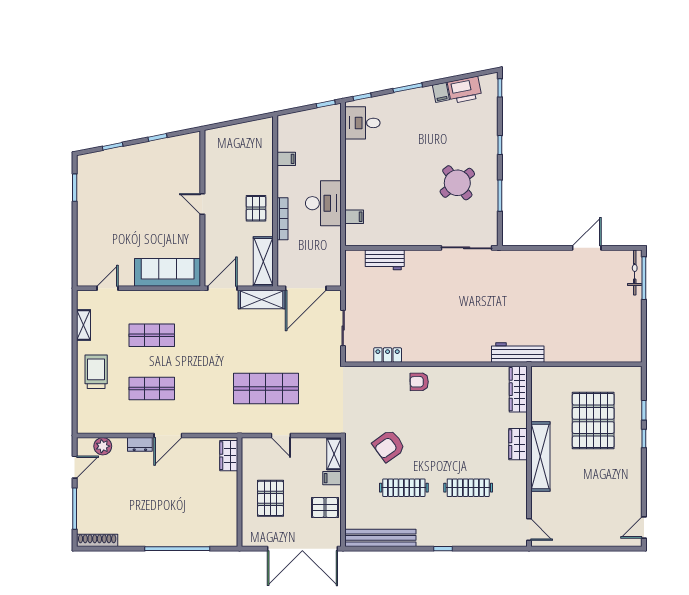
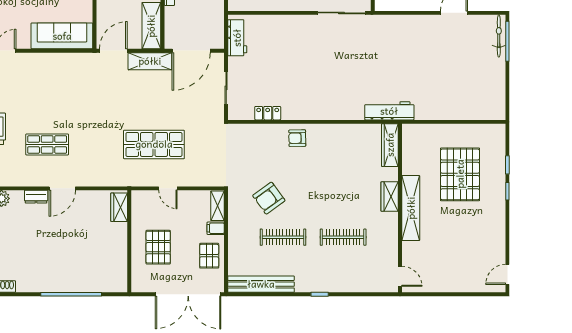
workbench: (385, 260) -> (237, 38), moved, turned -90
shop shelf: (152, 335) -> (47, 95), removed
pallet: (325, 507) -> (209, 256), turned 90

